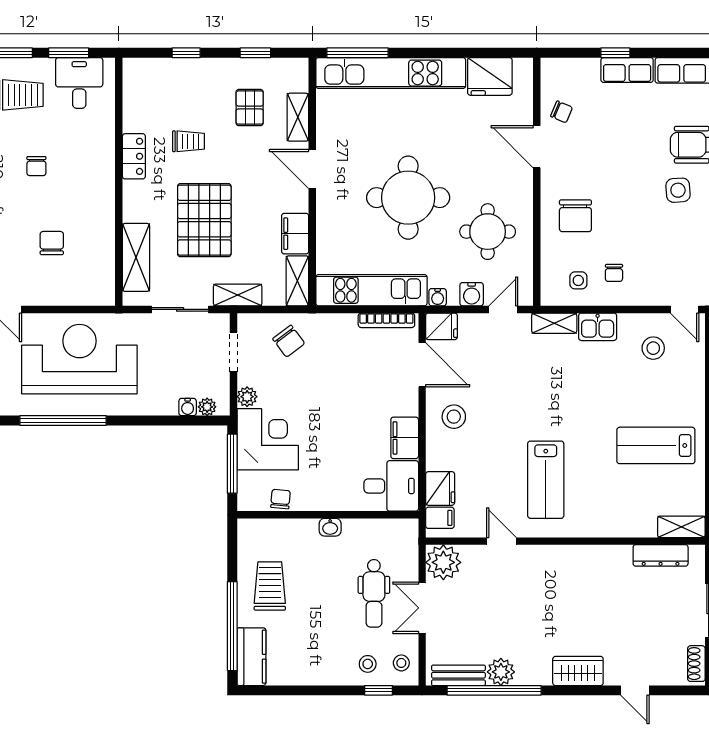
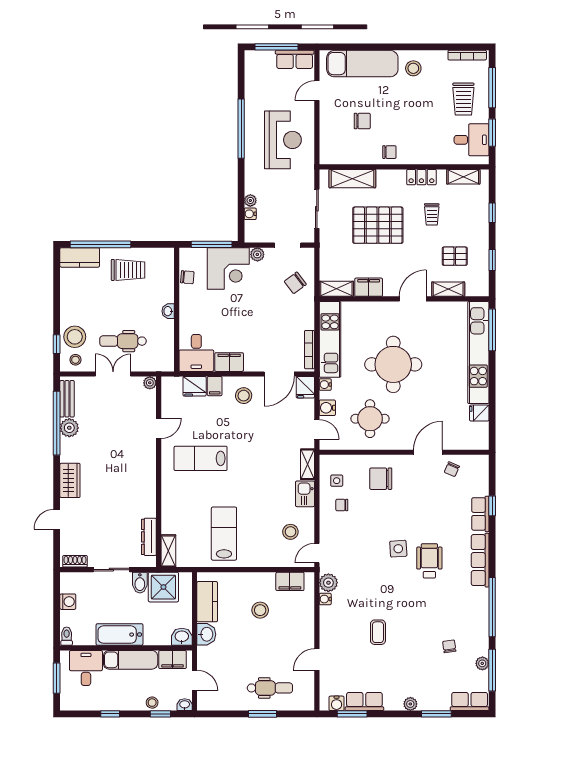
fridge: (490, 76) -> (479, 413), width x0.53, depth x0.75
chair: (36, 166) -> (389, 152), moved, turned 180
shelving: (238, 295) -> (463, 177), moved, turned 90
reception desk: (79, 359) -> (283, 140), width x0.74, depth x0.77
plant: (207, 407) -> (250, 200), moved
filing cabinet: (440, 518) -> (215, 386), moved
plant: (443, 562) -> (150, 383), width x0.53, depth x0.53
stool: (368, 664) -> (75, 337), width x1.89, depth x1.89

